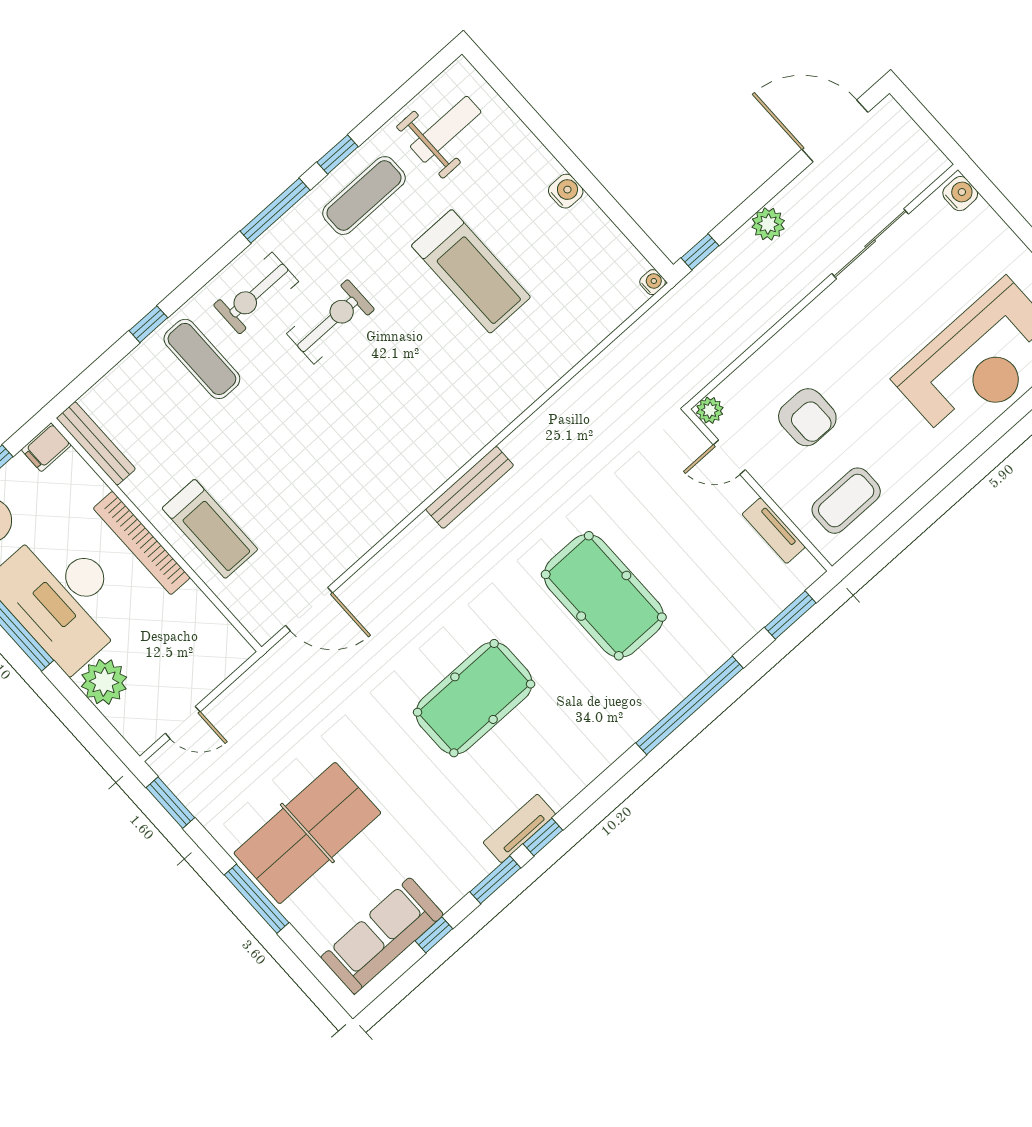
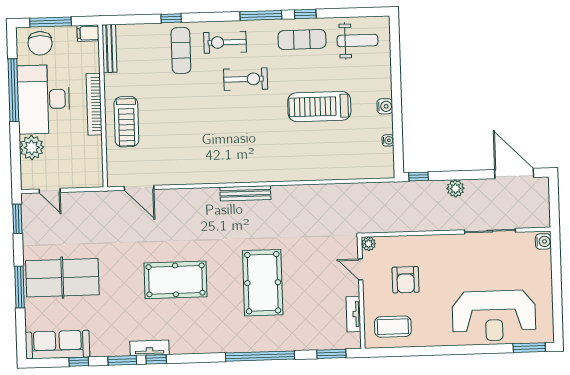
treadmill: (471, 271) -> (319, 107), turned 90
water cooler: (653, 282) -> (388, 140), moved

